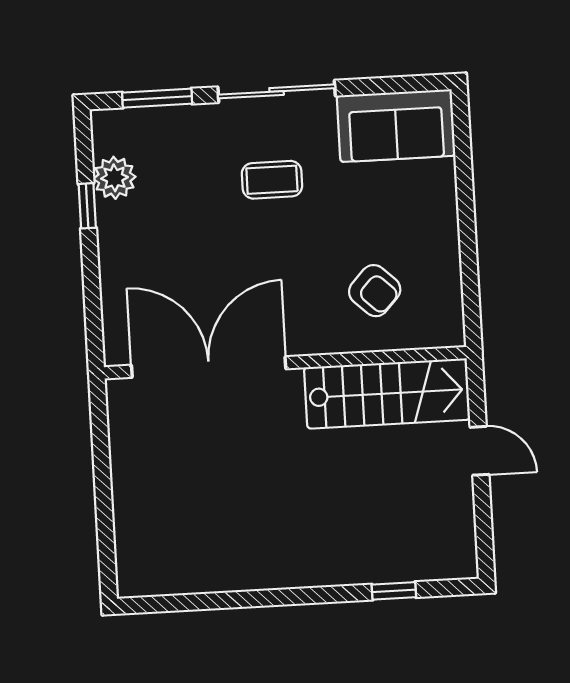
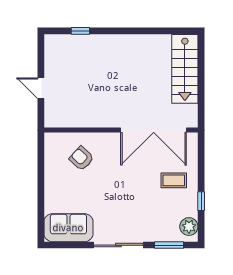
plant: (114, 178) -> (189, 227), moved
coffee table: (272, 180) -> (174, 180), moved
stairs: (387, 393) -> (185, 69), moved, turned -90

